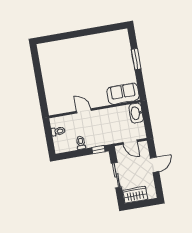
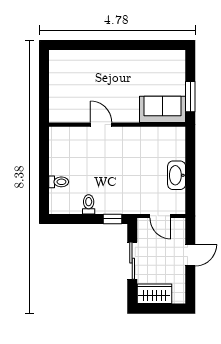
sofa: (123, 94) -> (163, 109), moved
wall: (95, 109) -> (117, 125), moved
door: (84, 111) -> (101, 125), moved

